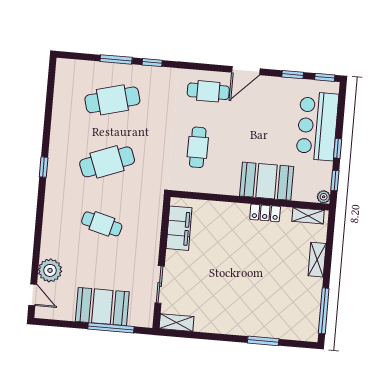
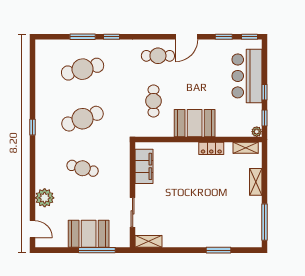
booth: (267, 181) -> (195, 123), moved
plant: (50, 270) -> (45, 198), moved

